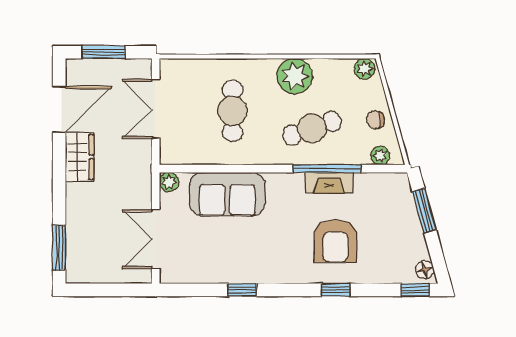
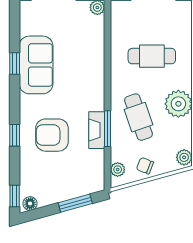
chair: (375, 120) -> (145, 166), turned -68
window: (327, 169) -> (108, 129), width x0.69
sofa: (227, 194) -> (36, 65), moved, turned 180

